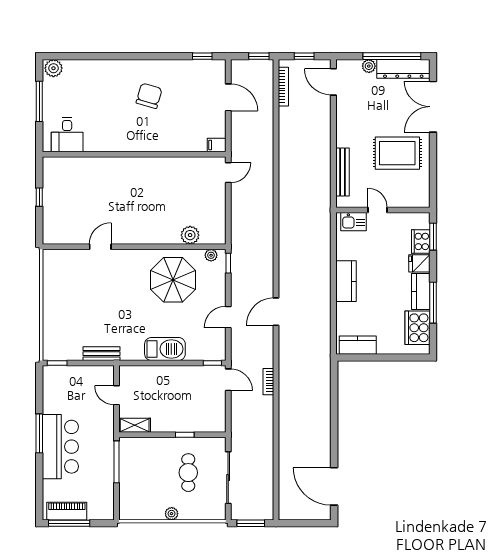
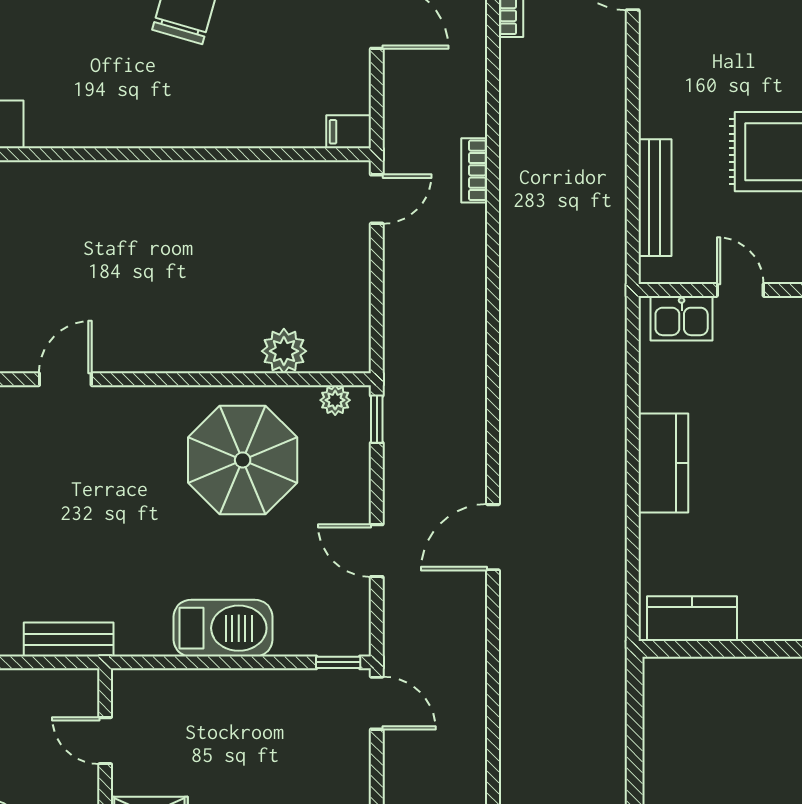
door: (228, 317) -> (377, 551), hinge flipped
bookcase: (268, 382) -> (474, 170), moved

